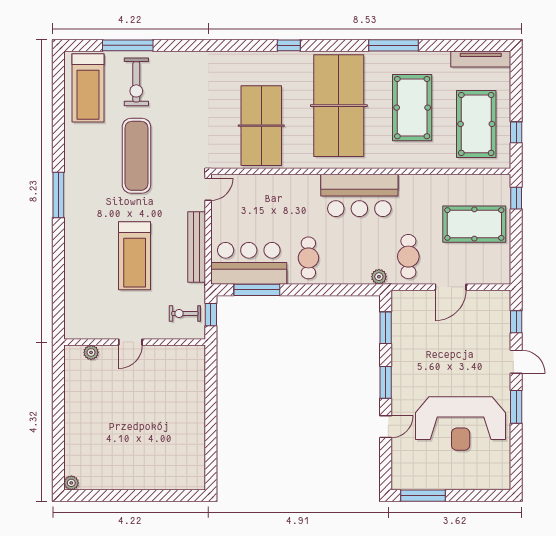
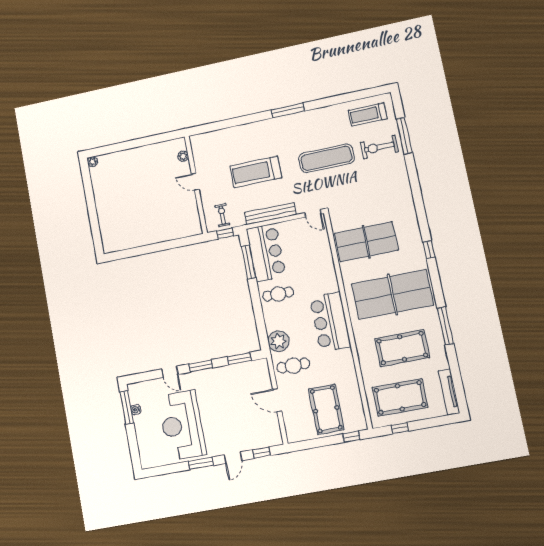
treadmill: (88, 88) -> (368, 114), width x0.73, depth x0.73
plant: (379, 277) -> (278, 341), width x1.88, depth x1.88
water cooler: (428, 484) -> (136, 410), added

